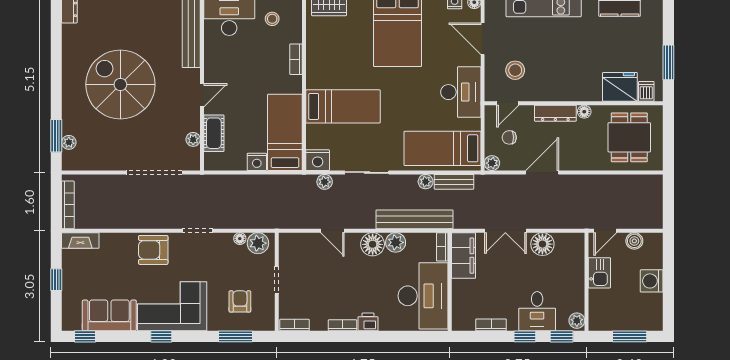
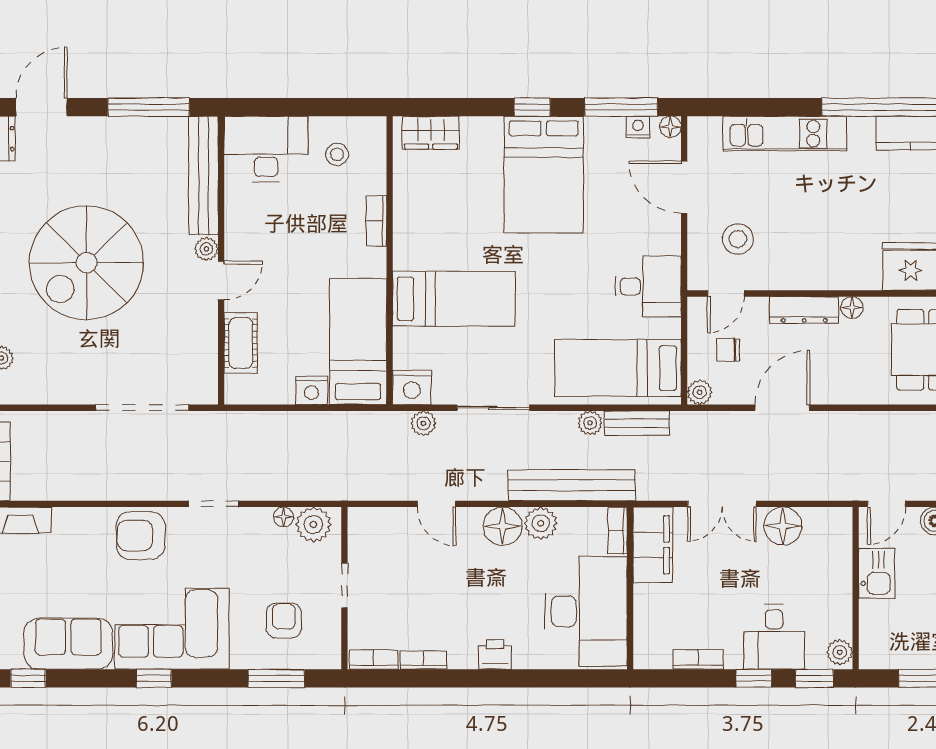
spiral stairs: (120, 84) -> (86, 263), turned -90
desk: (461, 92) -> (648, 286), width x0.73
plant: (193, 139) -> (206, 249), moved
bookcase: (343, 325) -> (424, 660), moved

